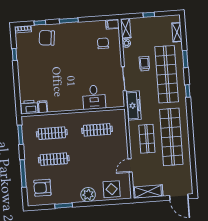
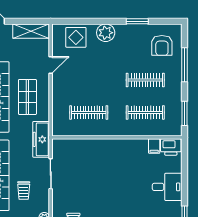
desk: (94, 97) -> (167, 187), moved, turned 90
armchair: (42, 188) -> (162, 45), turned 90

